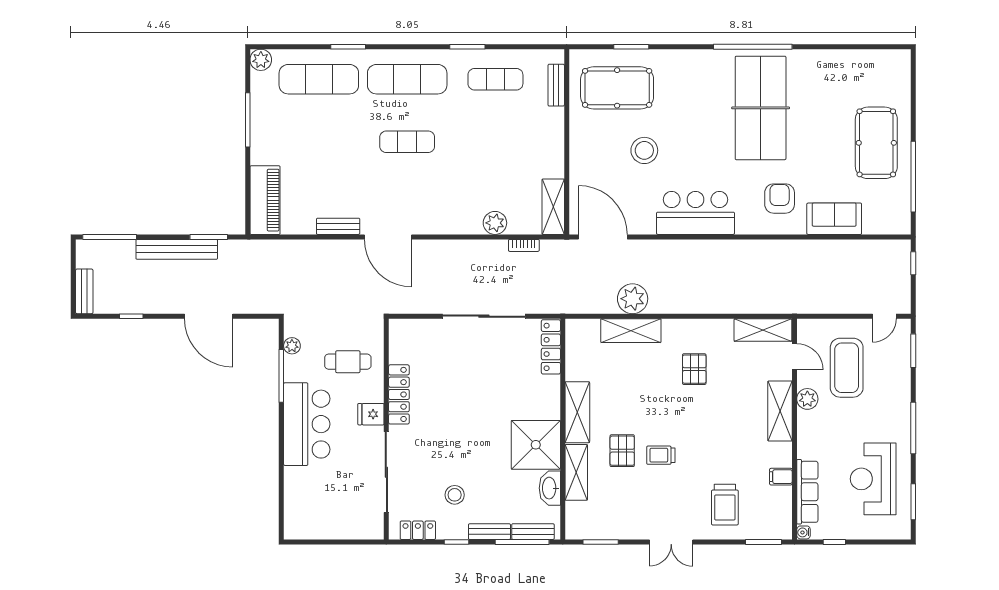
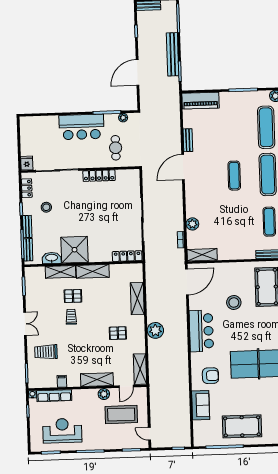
plant: (633, 299) -> (155, 330), moved
fridge: (371, 414) -> (27, 163), moved
double door: (671, 542) -> (25, 324), swing flipped

